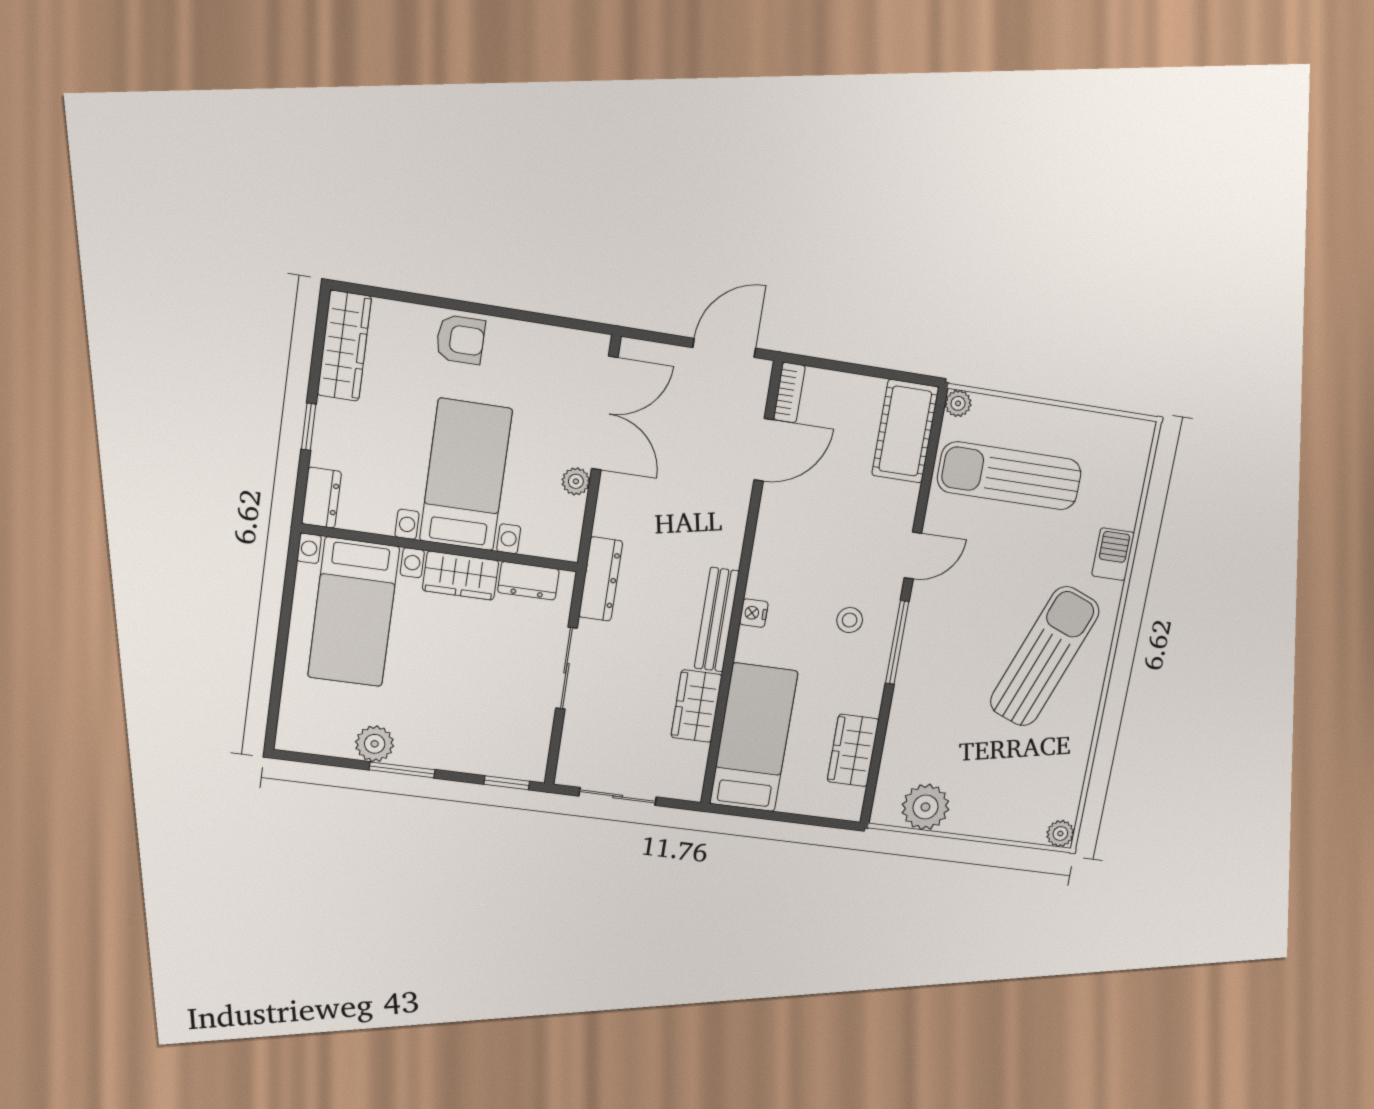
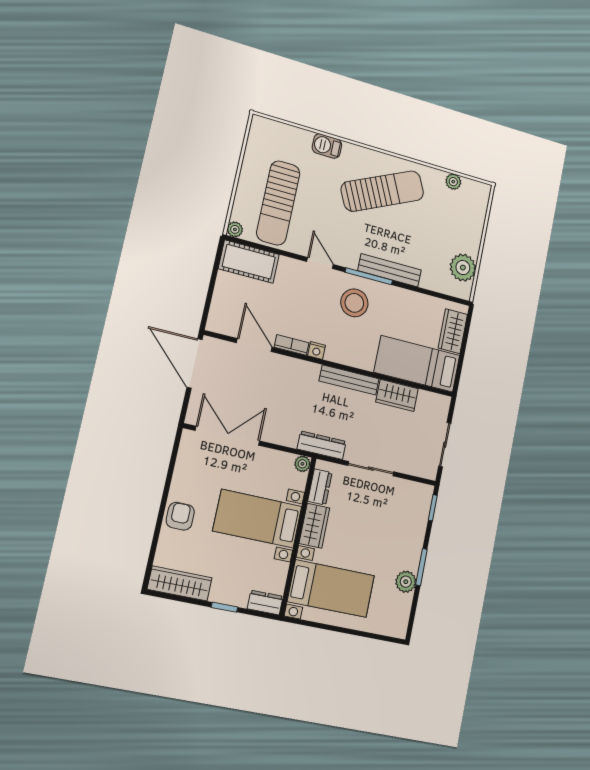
door: (724, 348) -> (195, 363), width x1.36
bookcase: (789, 392) -> (292, 345), moved
plant: (576, 481) -> (302, 464), moved
nightstand: (754, 613) -> (317, 351), moved
stool: (850, 620) -> (354, 303), width x1.89, depth x1.89
sun lounger: (1045, 656) -> (382, 191), turned 134
bench: (910, 678) -> (390, 270), added
wardrobe: (853, 750) -> (453, 331), moved, turned 90
plant: (1060, 834) -> (453, 182), moved

